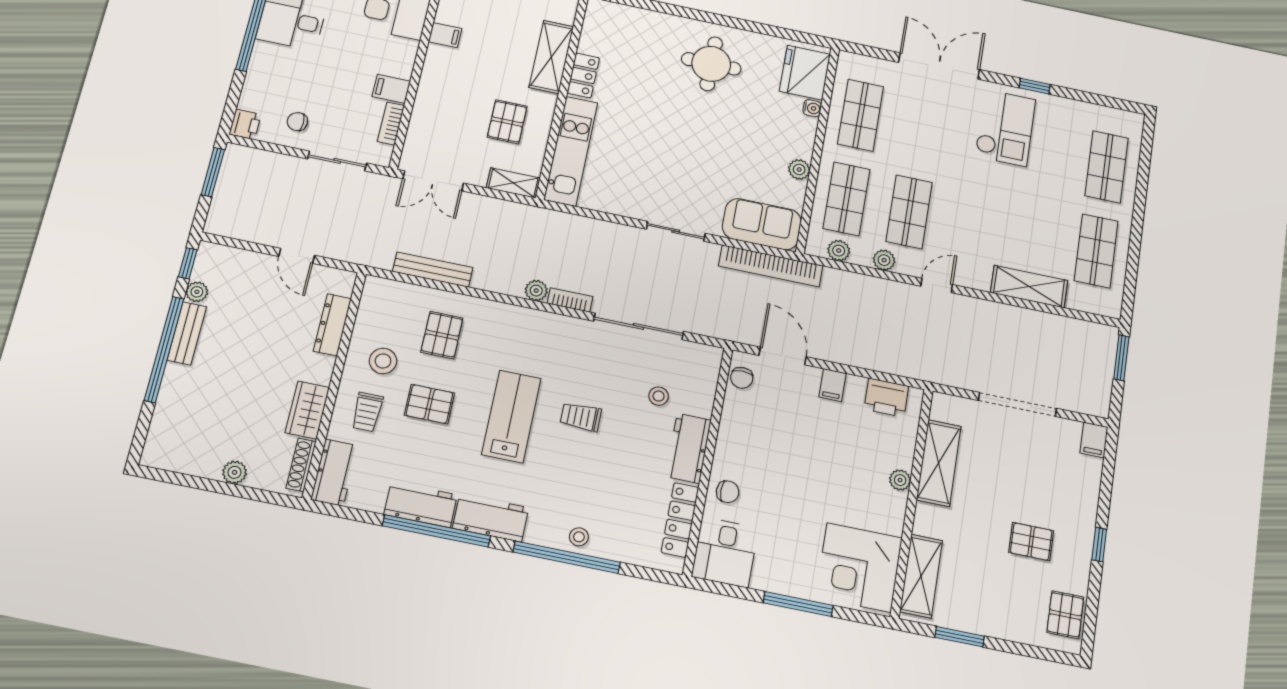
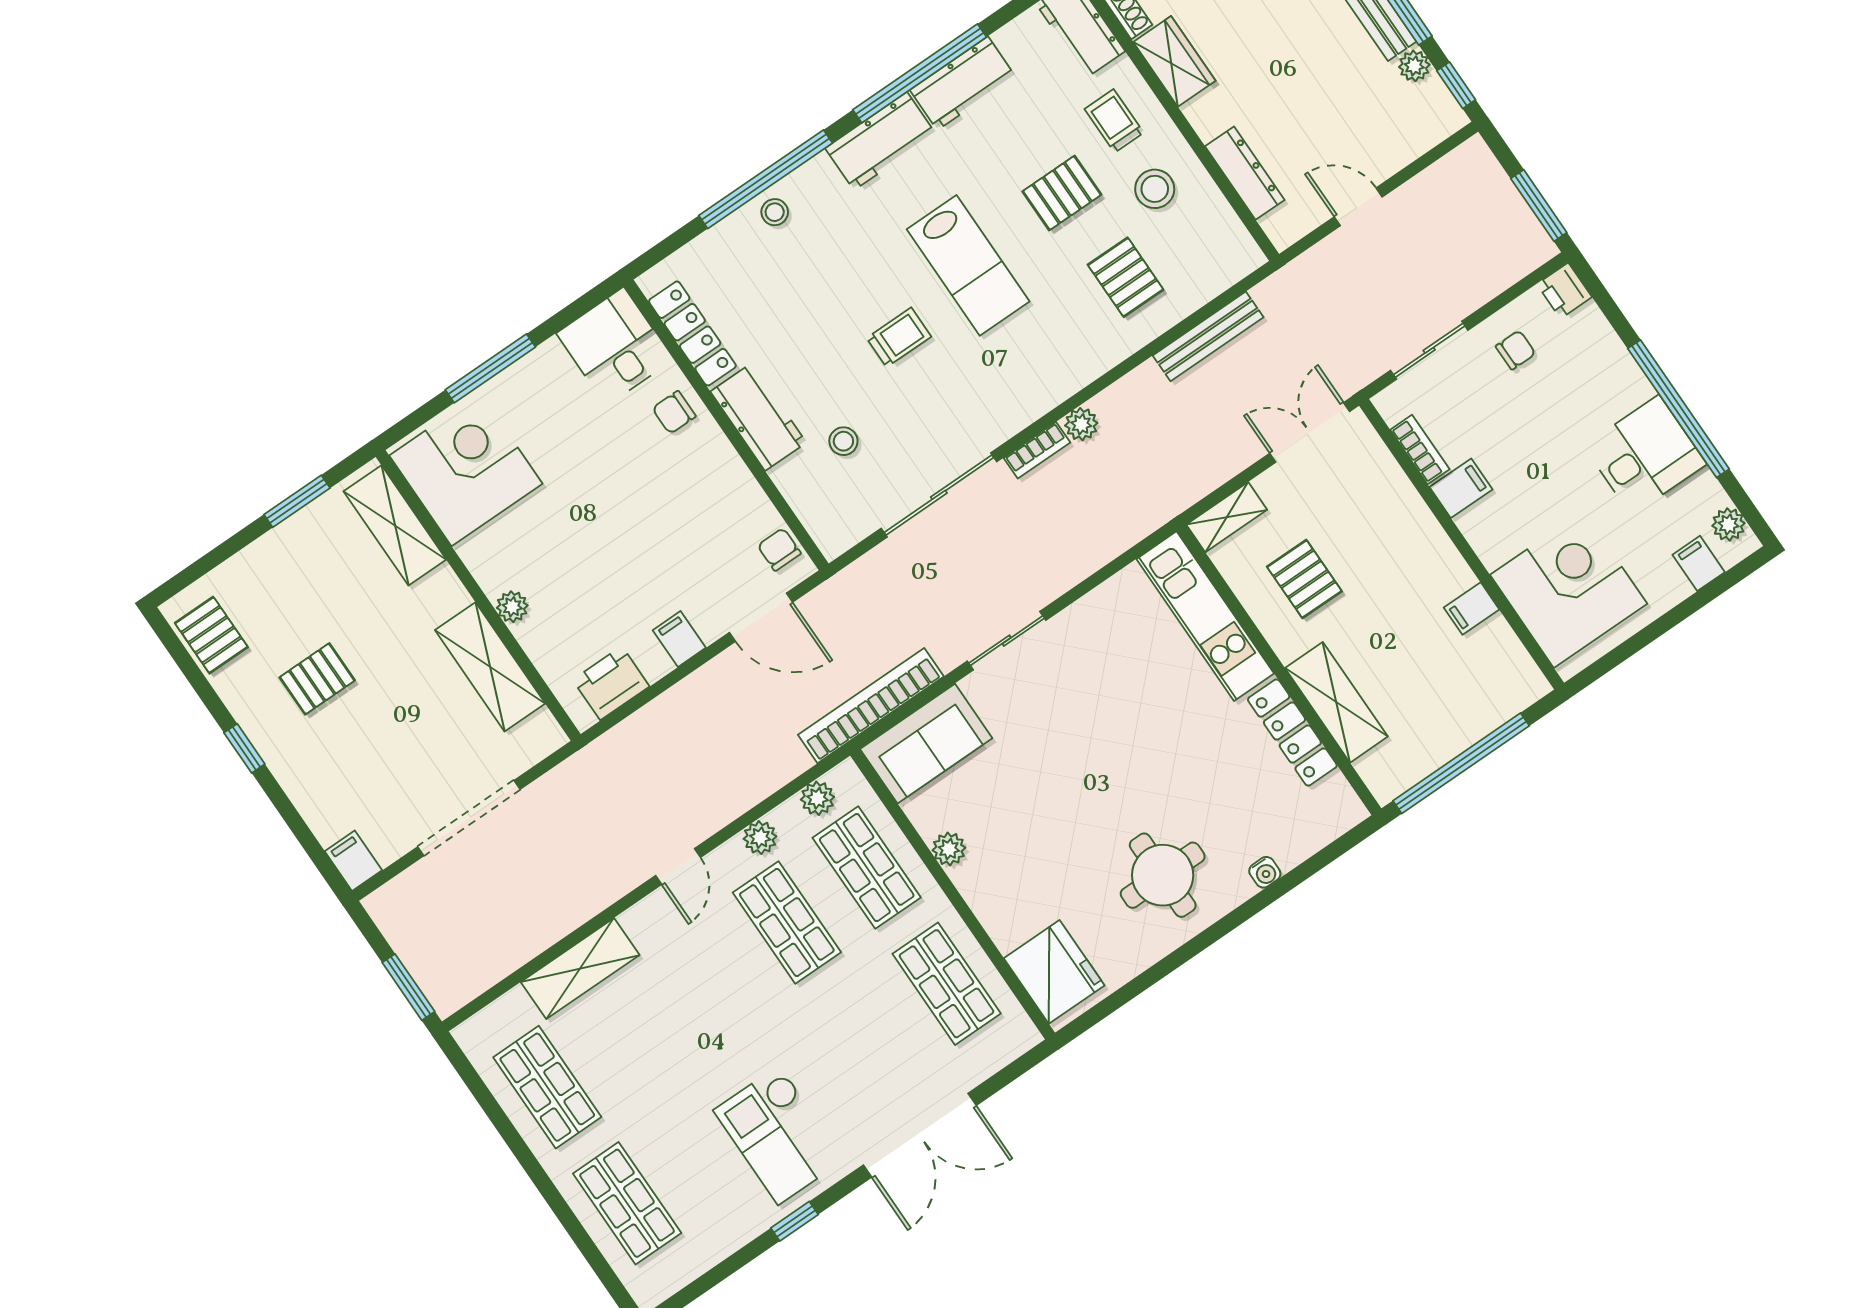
locker: (583, 75) -> (1292, 733), width x1.53
water cooler: (812, 108) -> (1265, 872), moved, turned -90

